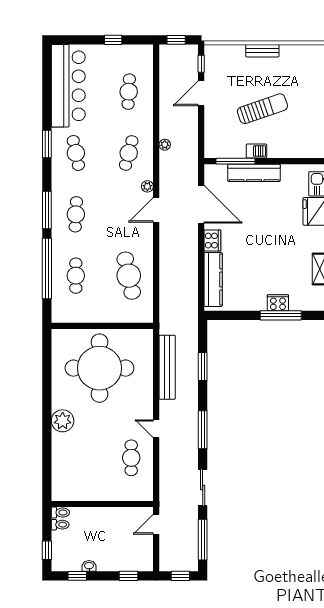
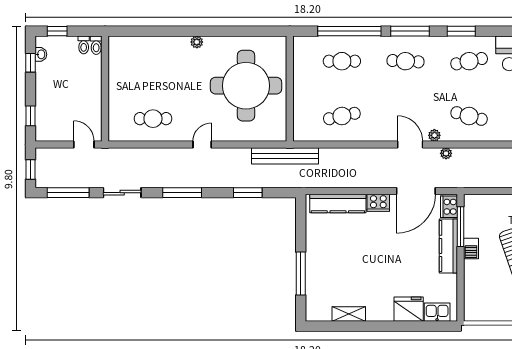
window: (47, 144) -> (461, 31), moved
plant: (165, 145) -> (446, 153), moved
cafe table: (129, 276) -> (342, 116), width x0.73, depth x0.74
cooker: (278, 303) -> (449, 207), moved, turned 180
bench: (167, 367) -> (285, 156), moved
plant: (63, 421) -> (197, 42), width x0.53, depth x0.53
door: (156, 429) -> (202, 144), moved
washbasin: (89, 566) -> (41, 54), moved

